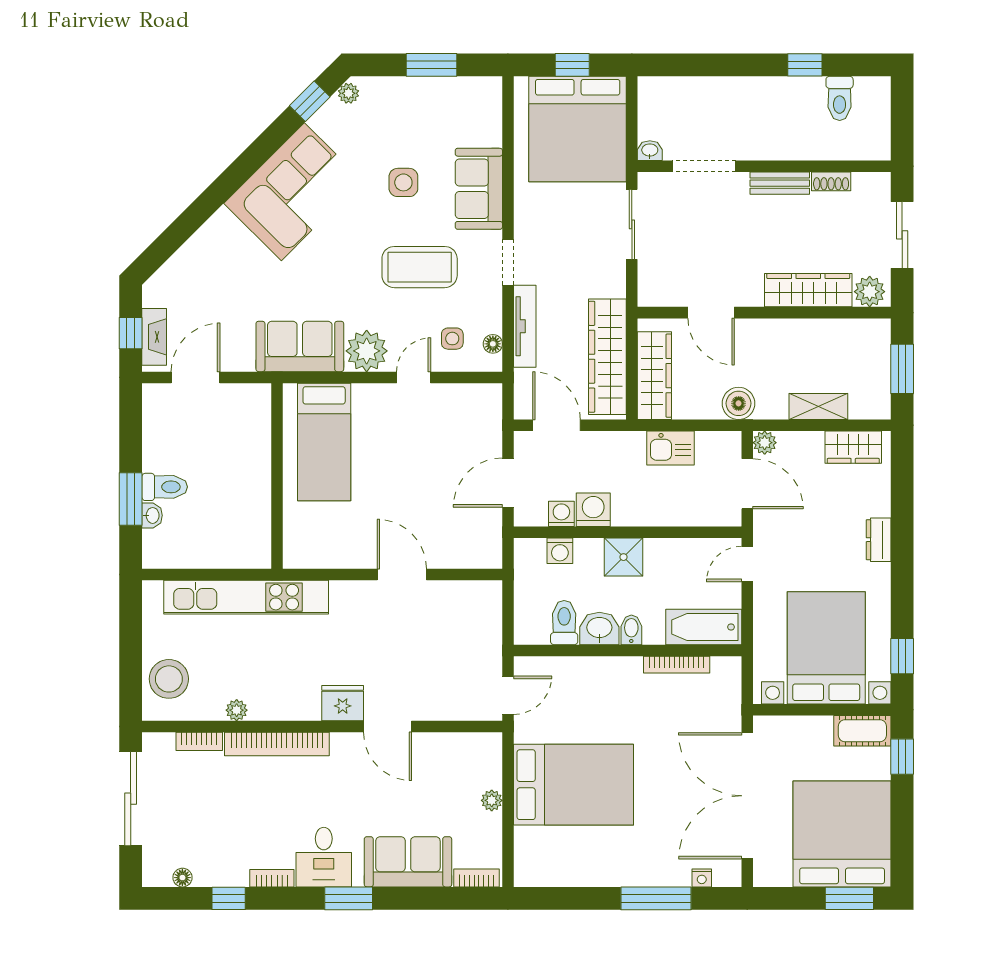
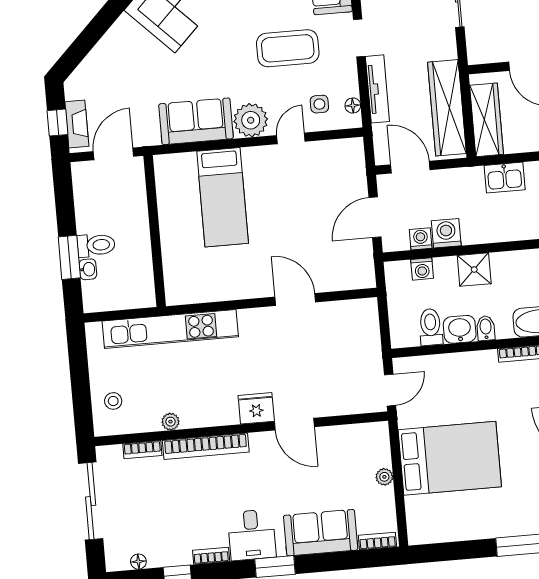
wall: (277, 476) -> (155, 231), moved
stool: (169, 679) -> (113, 401), width x0.53, depth x0.53

